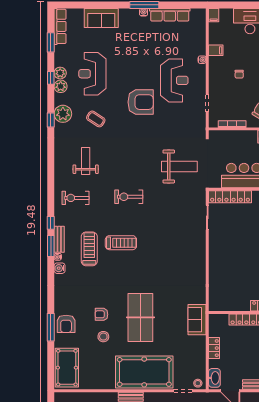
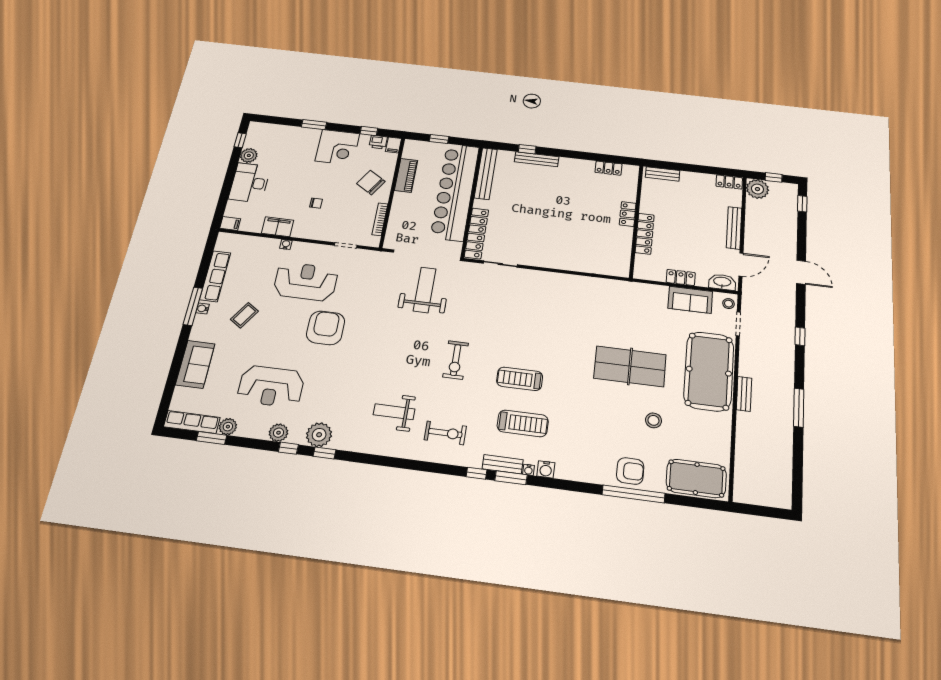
filing cabinet: (216, 50) -> (278, 227), width x2.00
plant: (60, 73) -> (228, 427), moved
window: (51, 78) -> (288, 448), moved
coffee table: (96, 119) -> (244, 315), moved
exercise bike: (76, 198) -> (445, 433), turned -90
treadmill: (121, 243) -> (520, 379), turned -90
treadmill: (89, 249) -> (523, 423), turned 180
armchair: (101, 314) -> (621, 419), removed
sofa: (197, 320) -> (690, 300), moved
window: (51, 327) -> (633, 494), width x1.46

